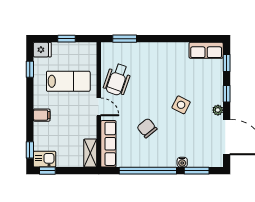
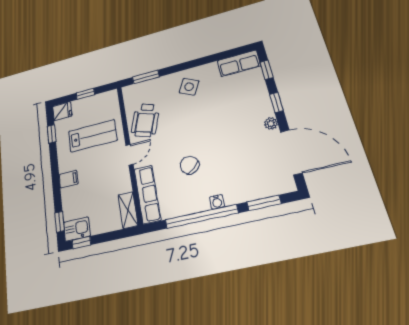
side table: (181, 105) -> (189, 87), moved
door: (99, 107) -> (130, 155), hinge flipped
water cooler: (182, 162) -> (217, 202), moved

